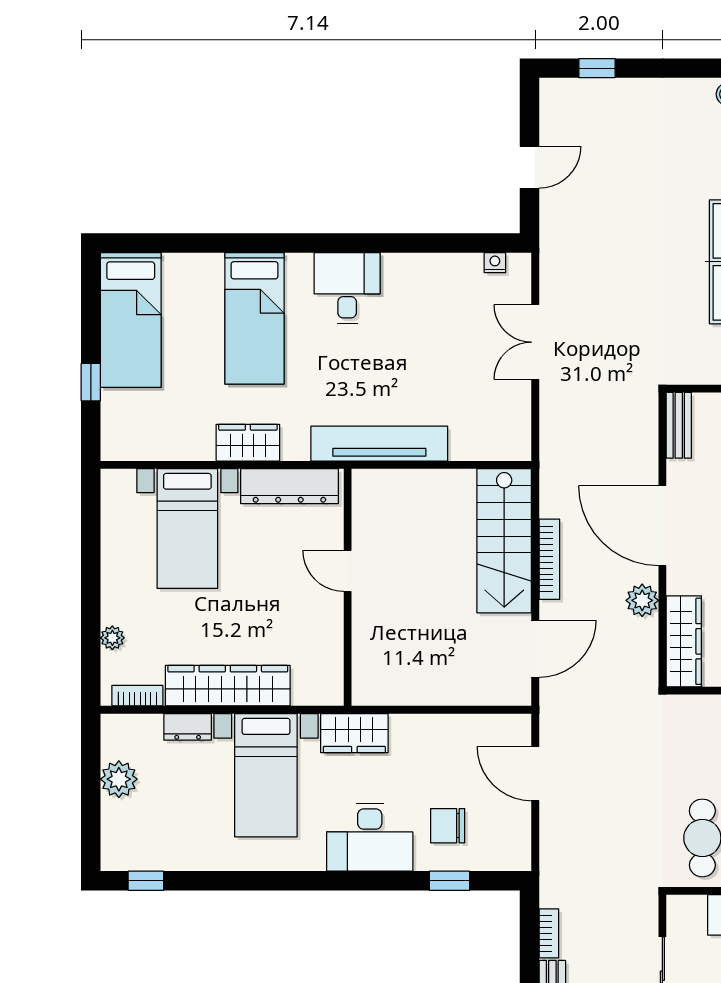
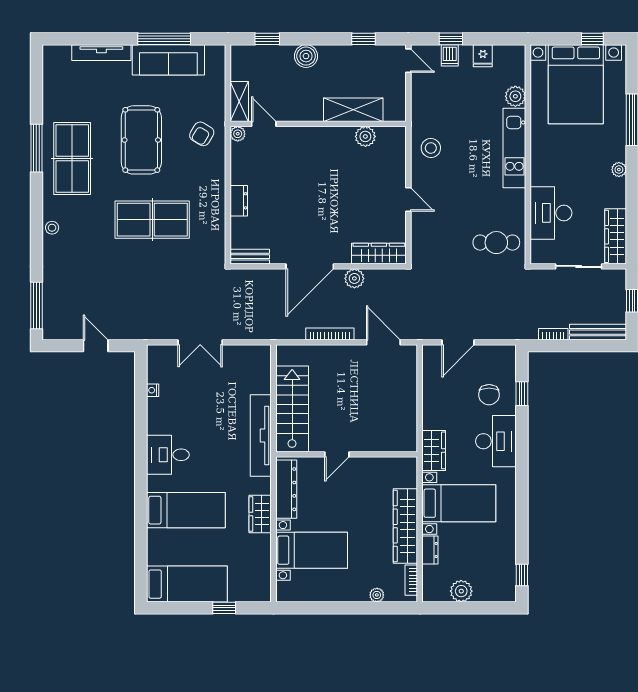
window: (597, 68) -> (36, 305), width x2.17
nightstand: (495, 263) -> (153, 390), moved
stairs: (504, 541) -> (292, 409), moved, turned -90

